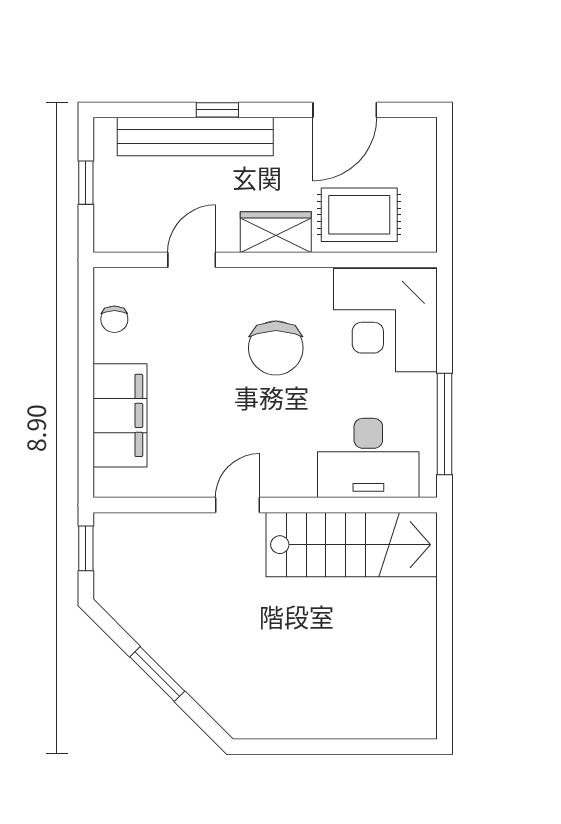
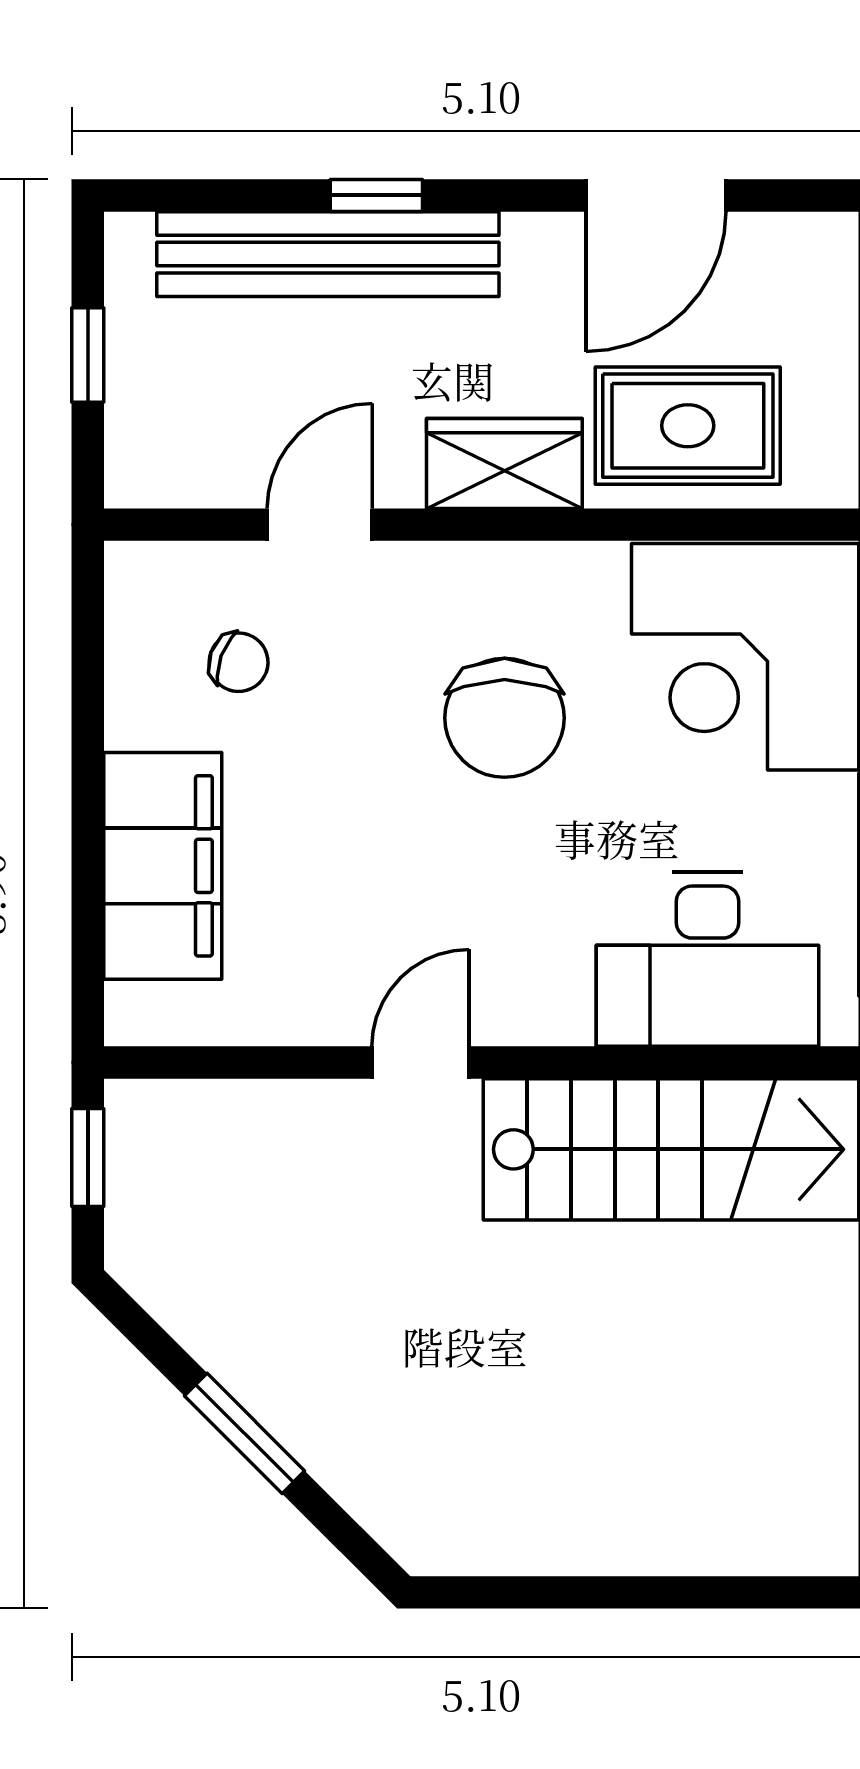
chair: (114, 319) -> (239, 662), moved, turned -70

